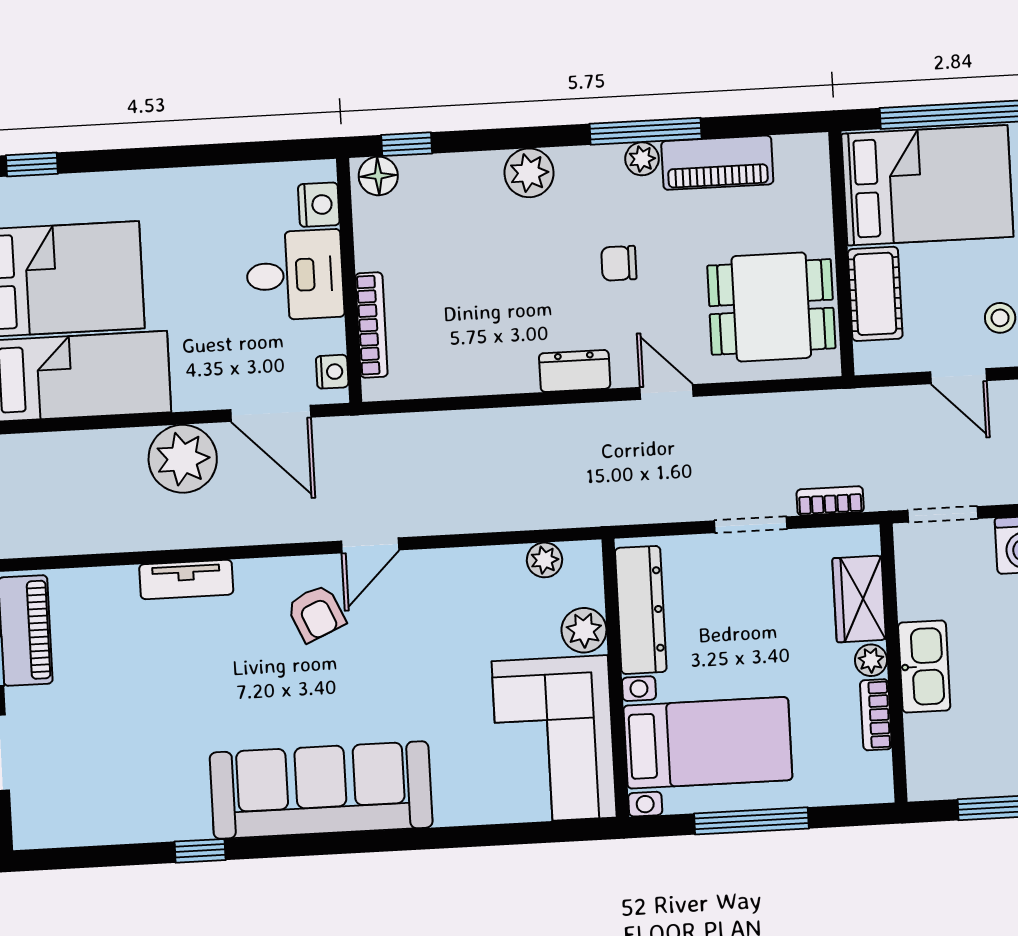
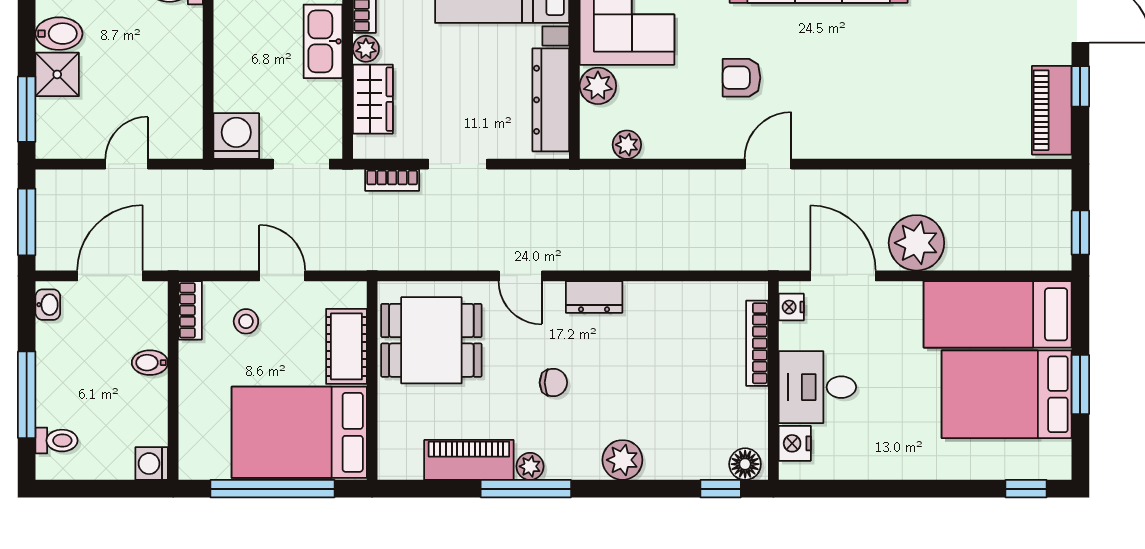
tv unit: (186, 579) -> (919, 145), removed
armchair: (316, 613) -> (742, 78), moved, turned -66

